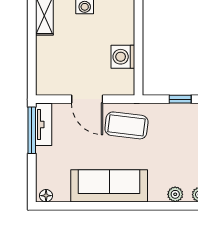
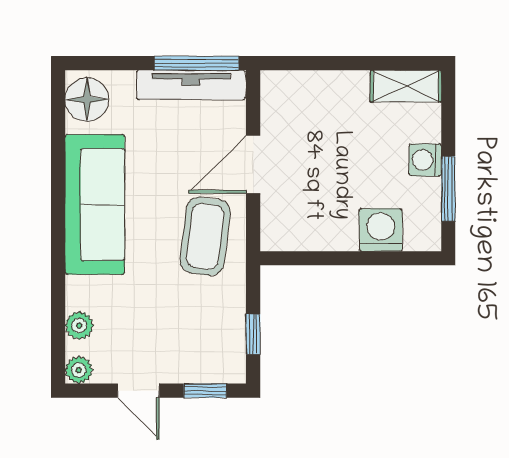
washing machine: (123, 57) -> (381, 230), moved
tv unit: (44, 124) -> (191, 85), width x1.41
floor lamp: (46, 196) -> (87, 100), width x1.89, depth x1.89

